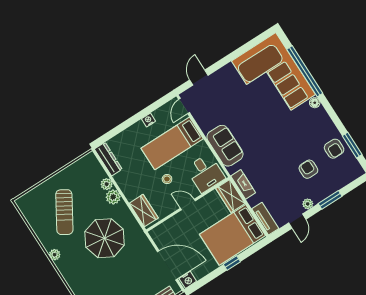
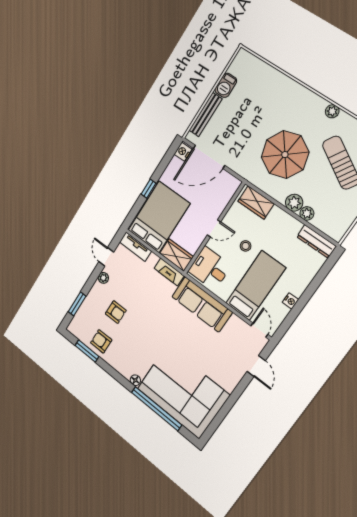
sofa: (225, 146) -> (202, 304), width x1.36
window: (330, 200) -> (77, 304), moved

